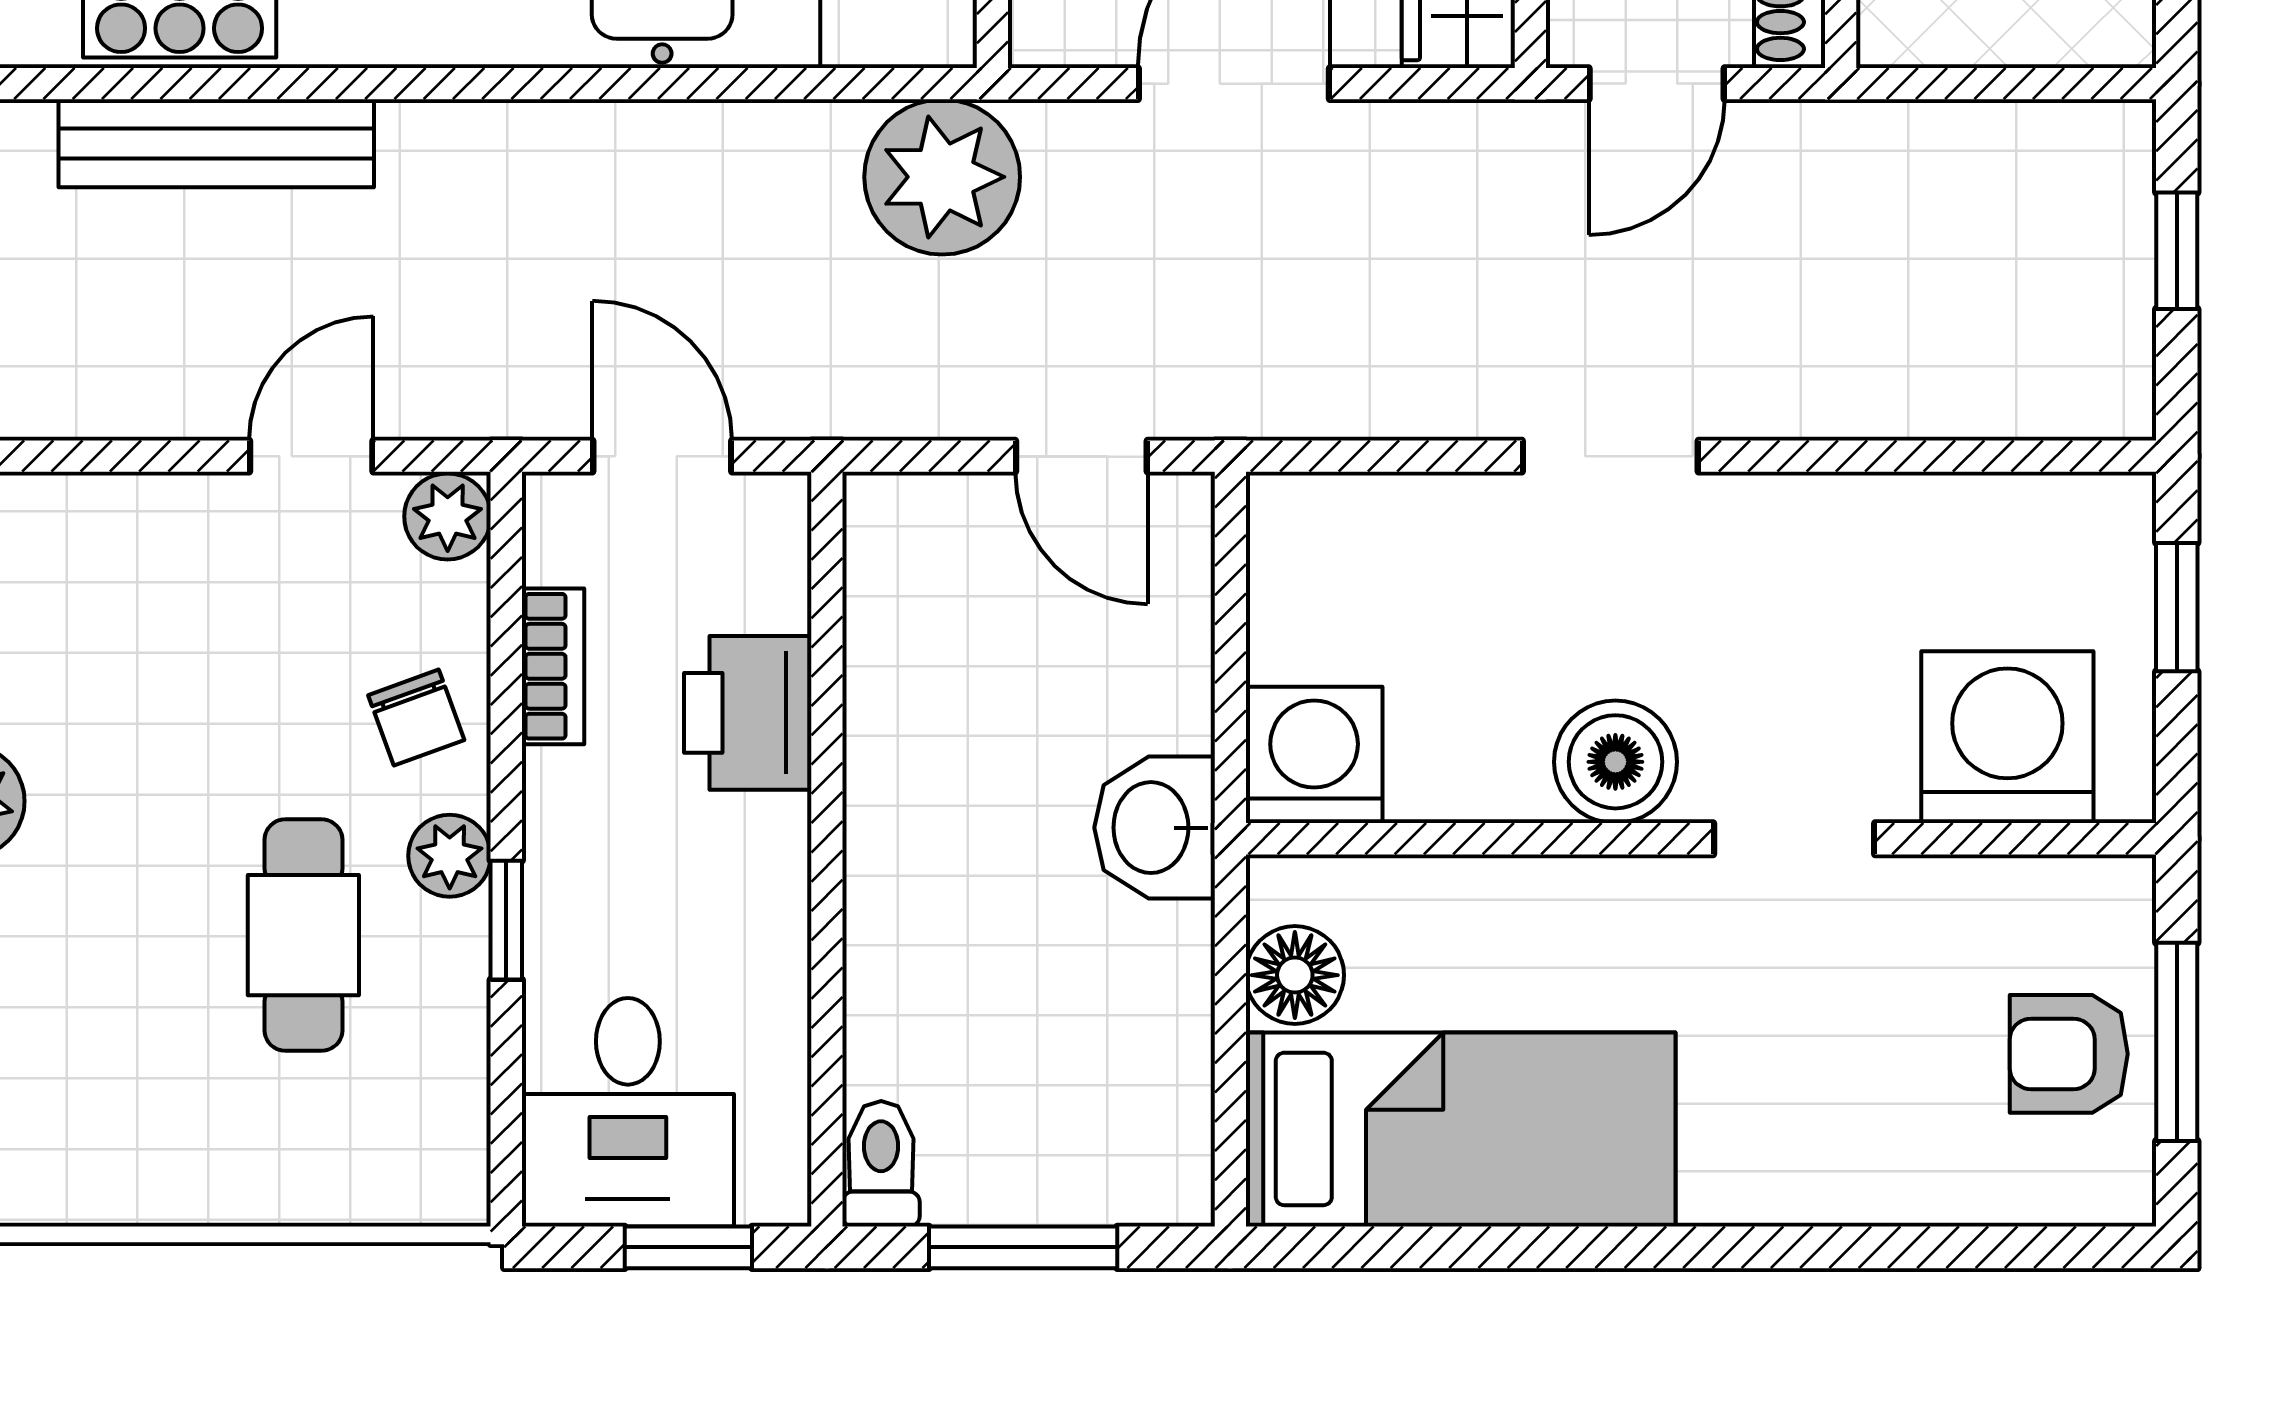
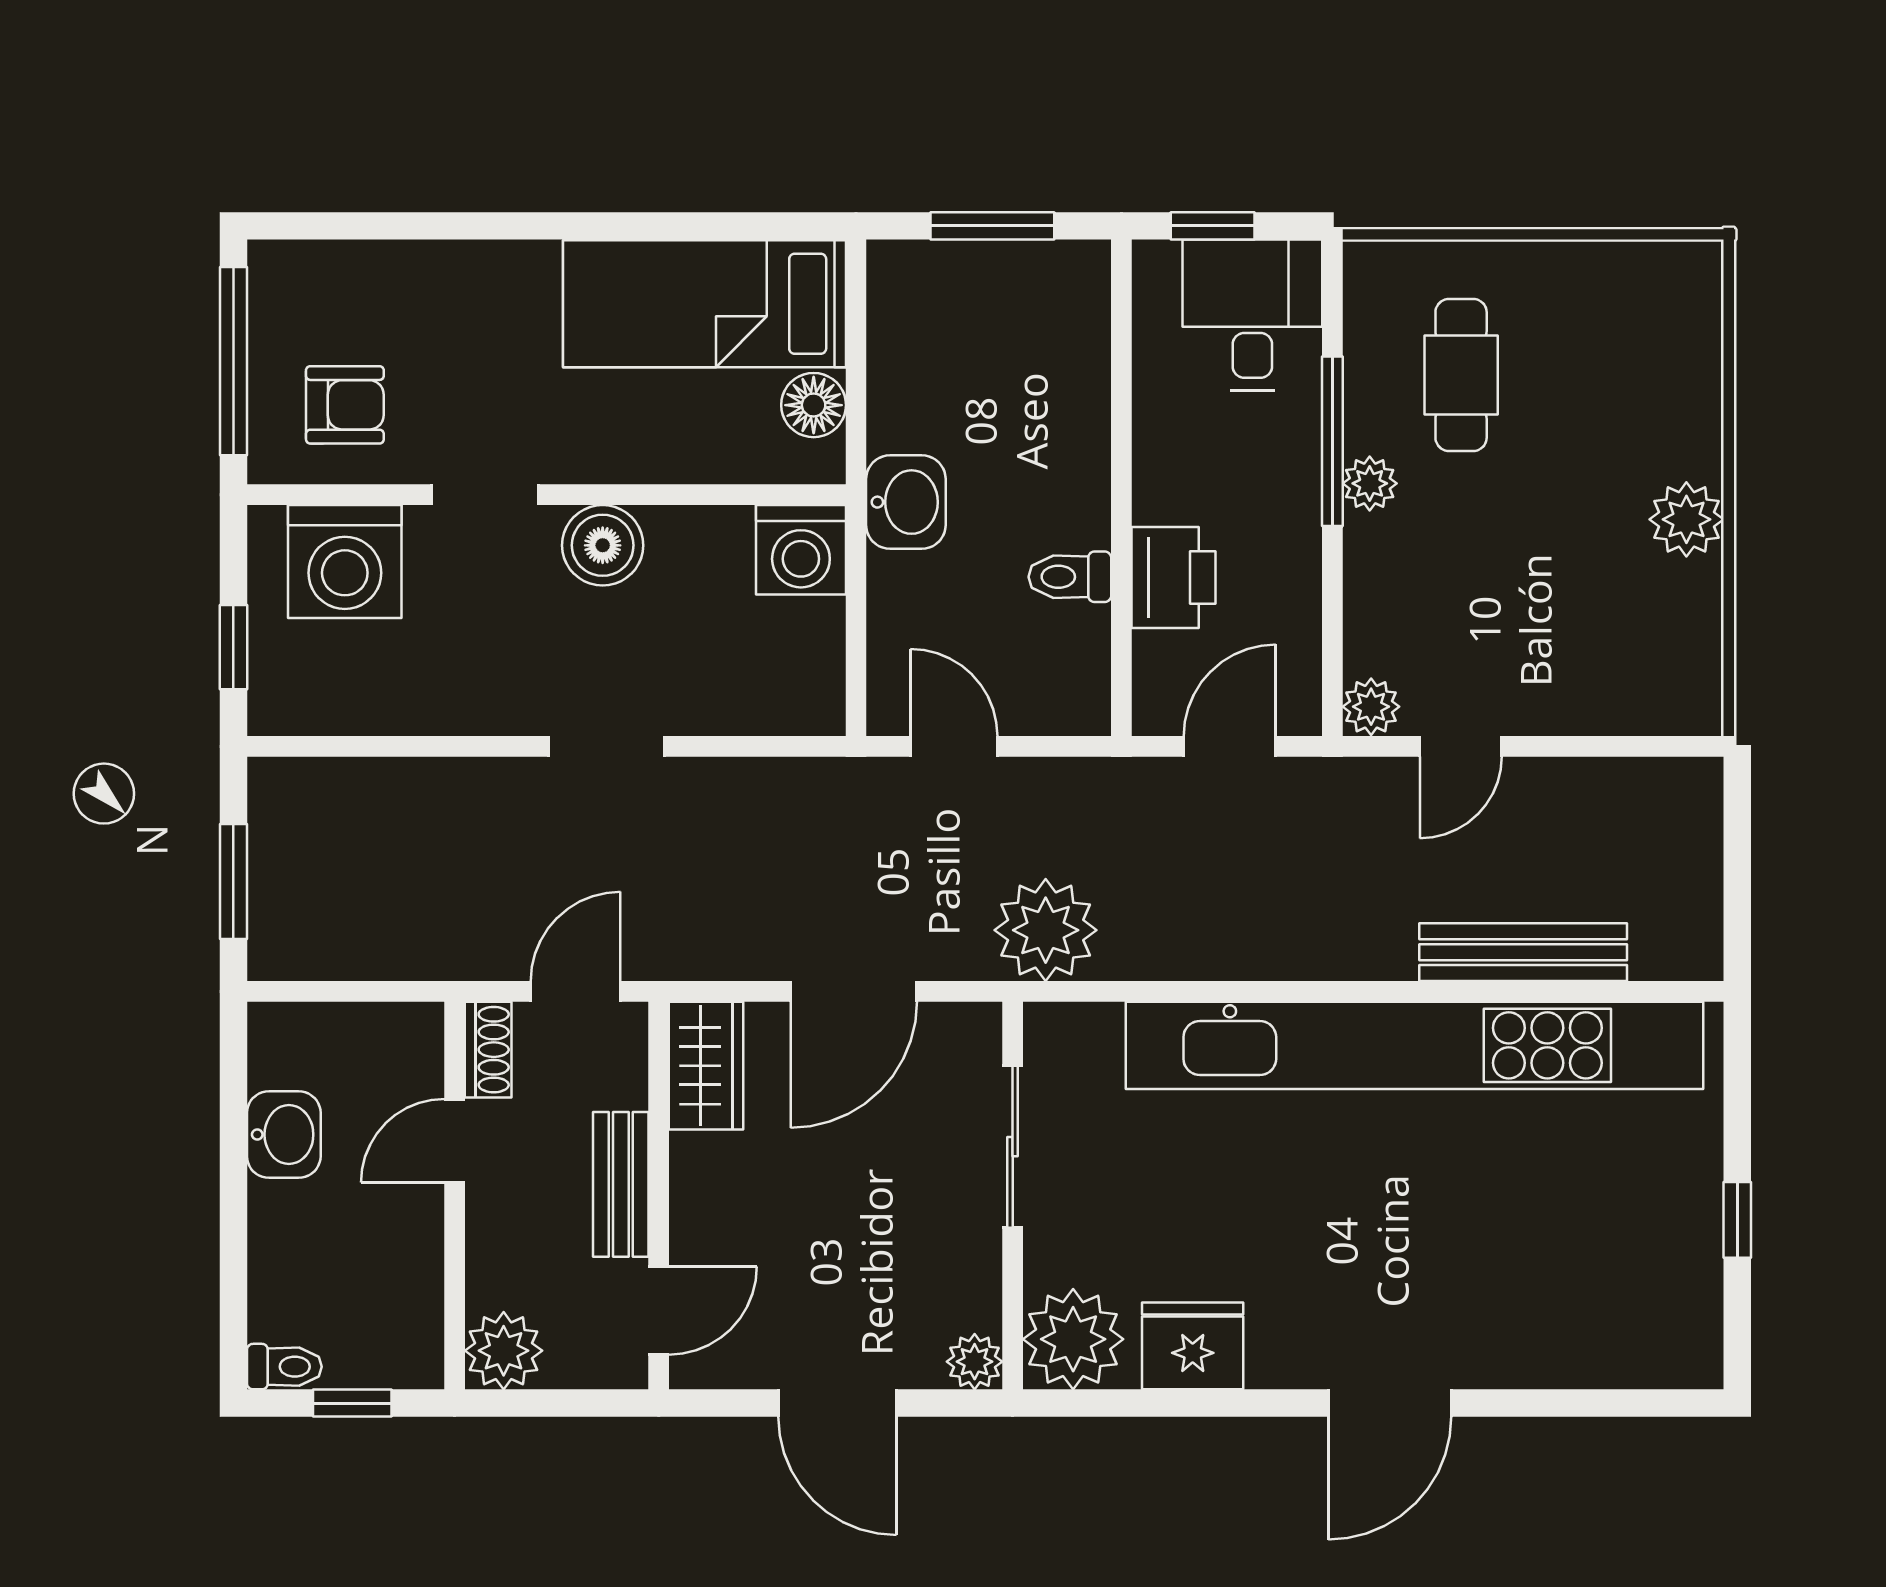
window: (2177, 251) -> (233, 882), width x1.50
door: (662, 456) -> (1230, 746), swing flipped
bookcase: (553, 666) -> (1302, 608), removed
chair: (416, 718) -> (1392, 574), removed
window: (506, 920) -> (1332, 441), width x2.17
cafe table: (303, 935) -> (1461, 375), moved
window: (2177, 1042) -> (233, 361), width x1.44
armchair: (2069, 1054) -> (345, 405), moved
toilet: (881, 1164) -> (1070, 577), moved, turned 90

